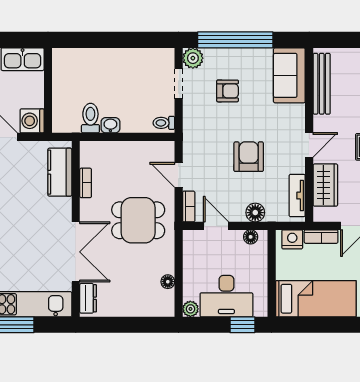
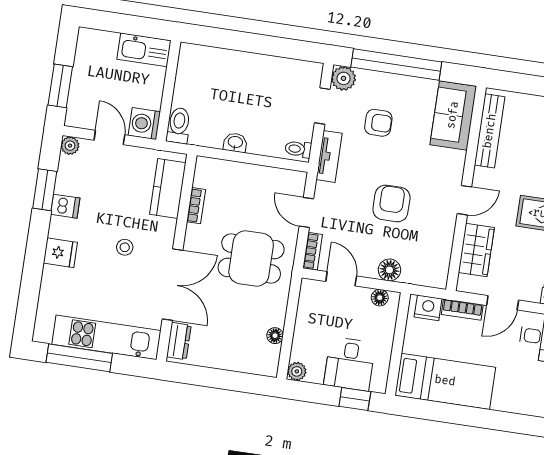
toilet: (90, 118) -> (179, 125), moved
tv unit: (297, 196) -> (329, 156), moved, turned 180
stool: (31, 227) -> (125, 247), added
desk: (226, 296) -> (349, 364), width x0.73

